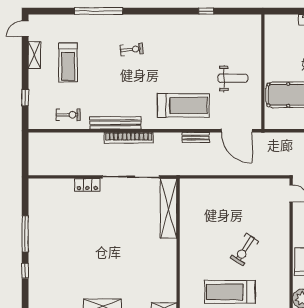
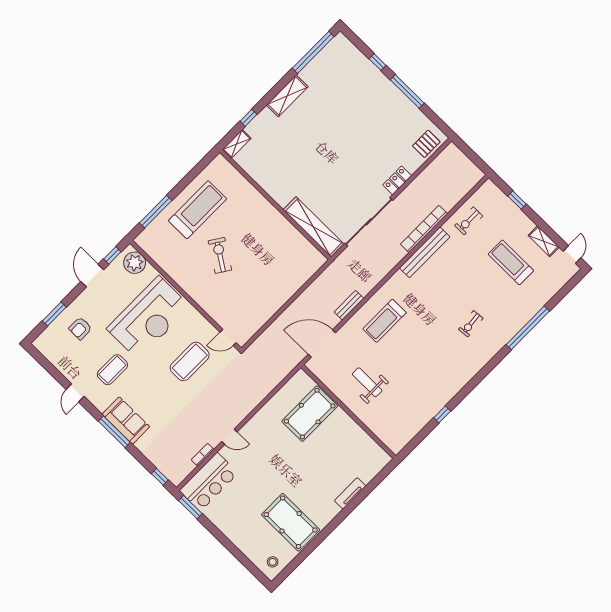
weight bench: (233, 78) -> (367, 382), turned 90
treadmill: (183, 105) -> (385, 321), width x0.73, depth x0.73
bookcase: (129, 138) -> (424, 229), moved
pallet: (46, 189) -> (426, 144), added

